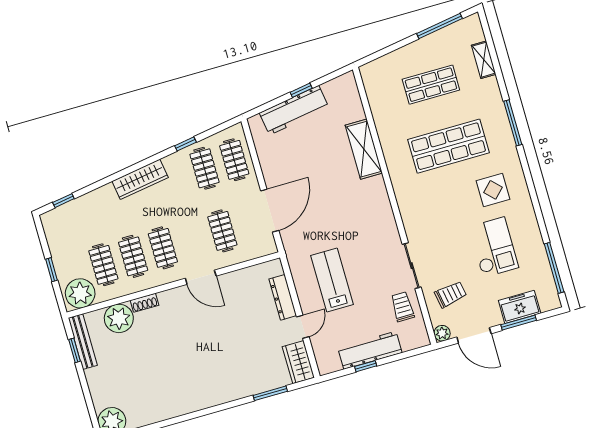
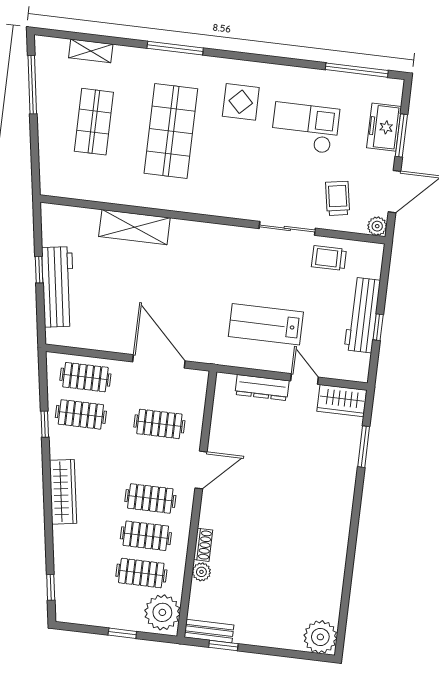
plant: (119, 318) -> (201, 572), width x0.53, depth x0.53
bench: (83, 342) -> (209, 631), width x0.73

